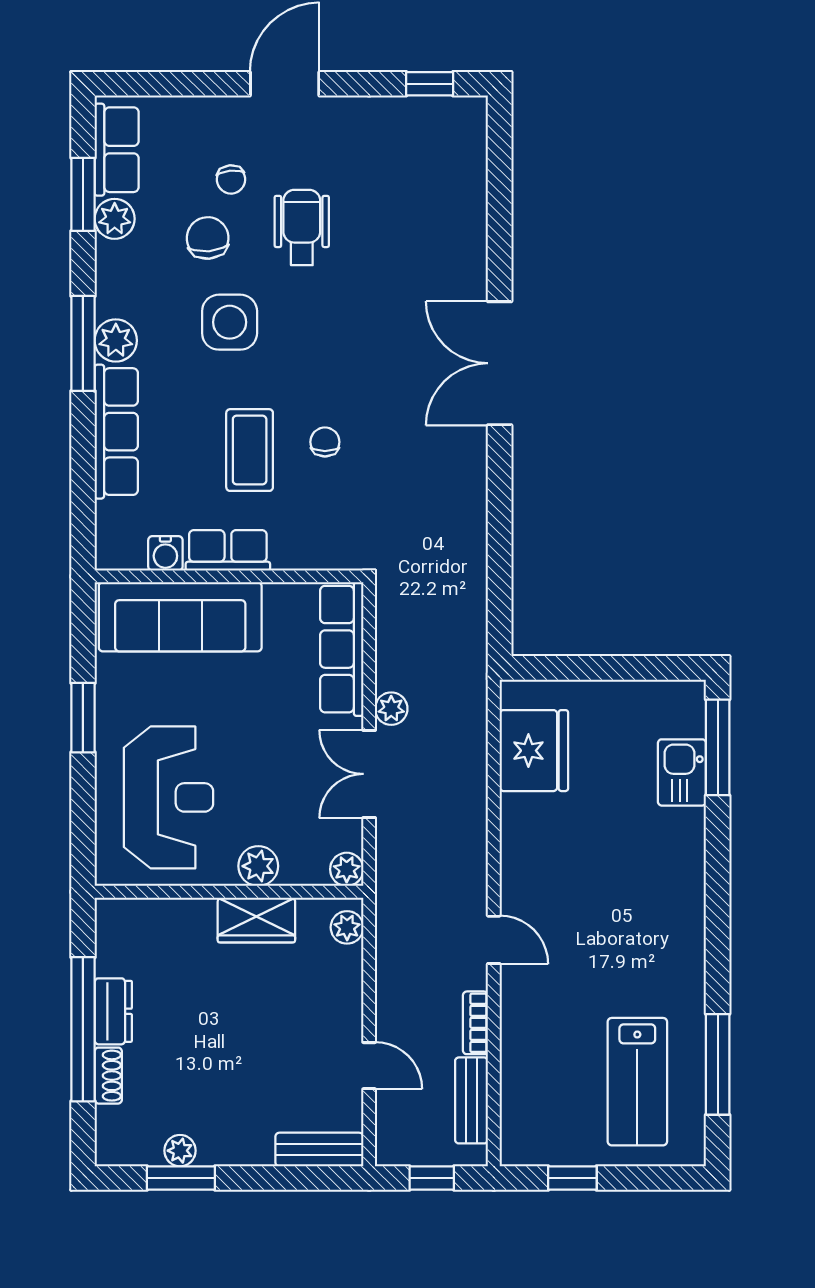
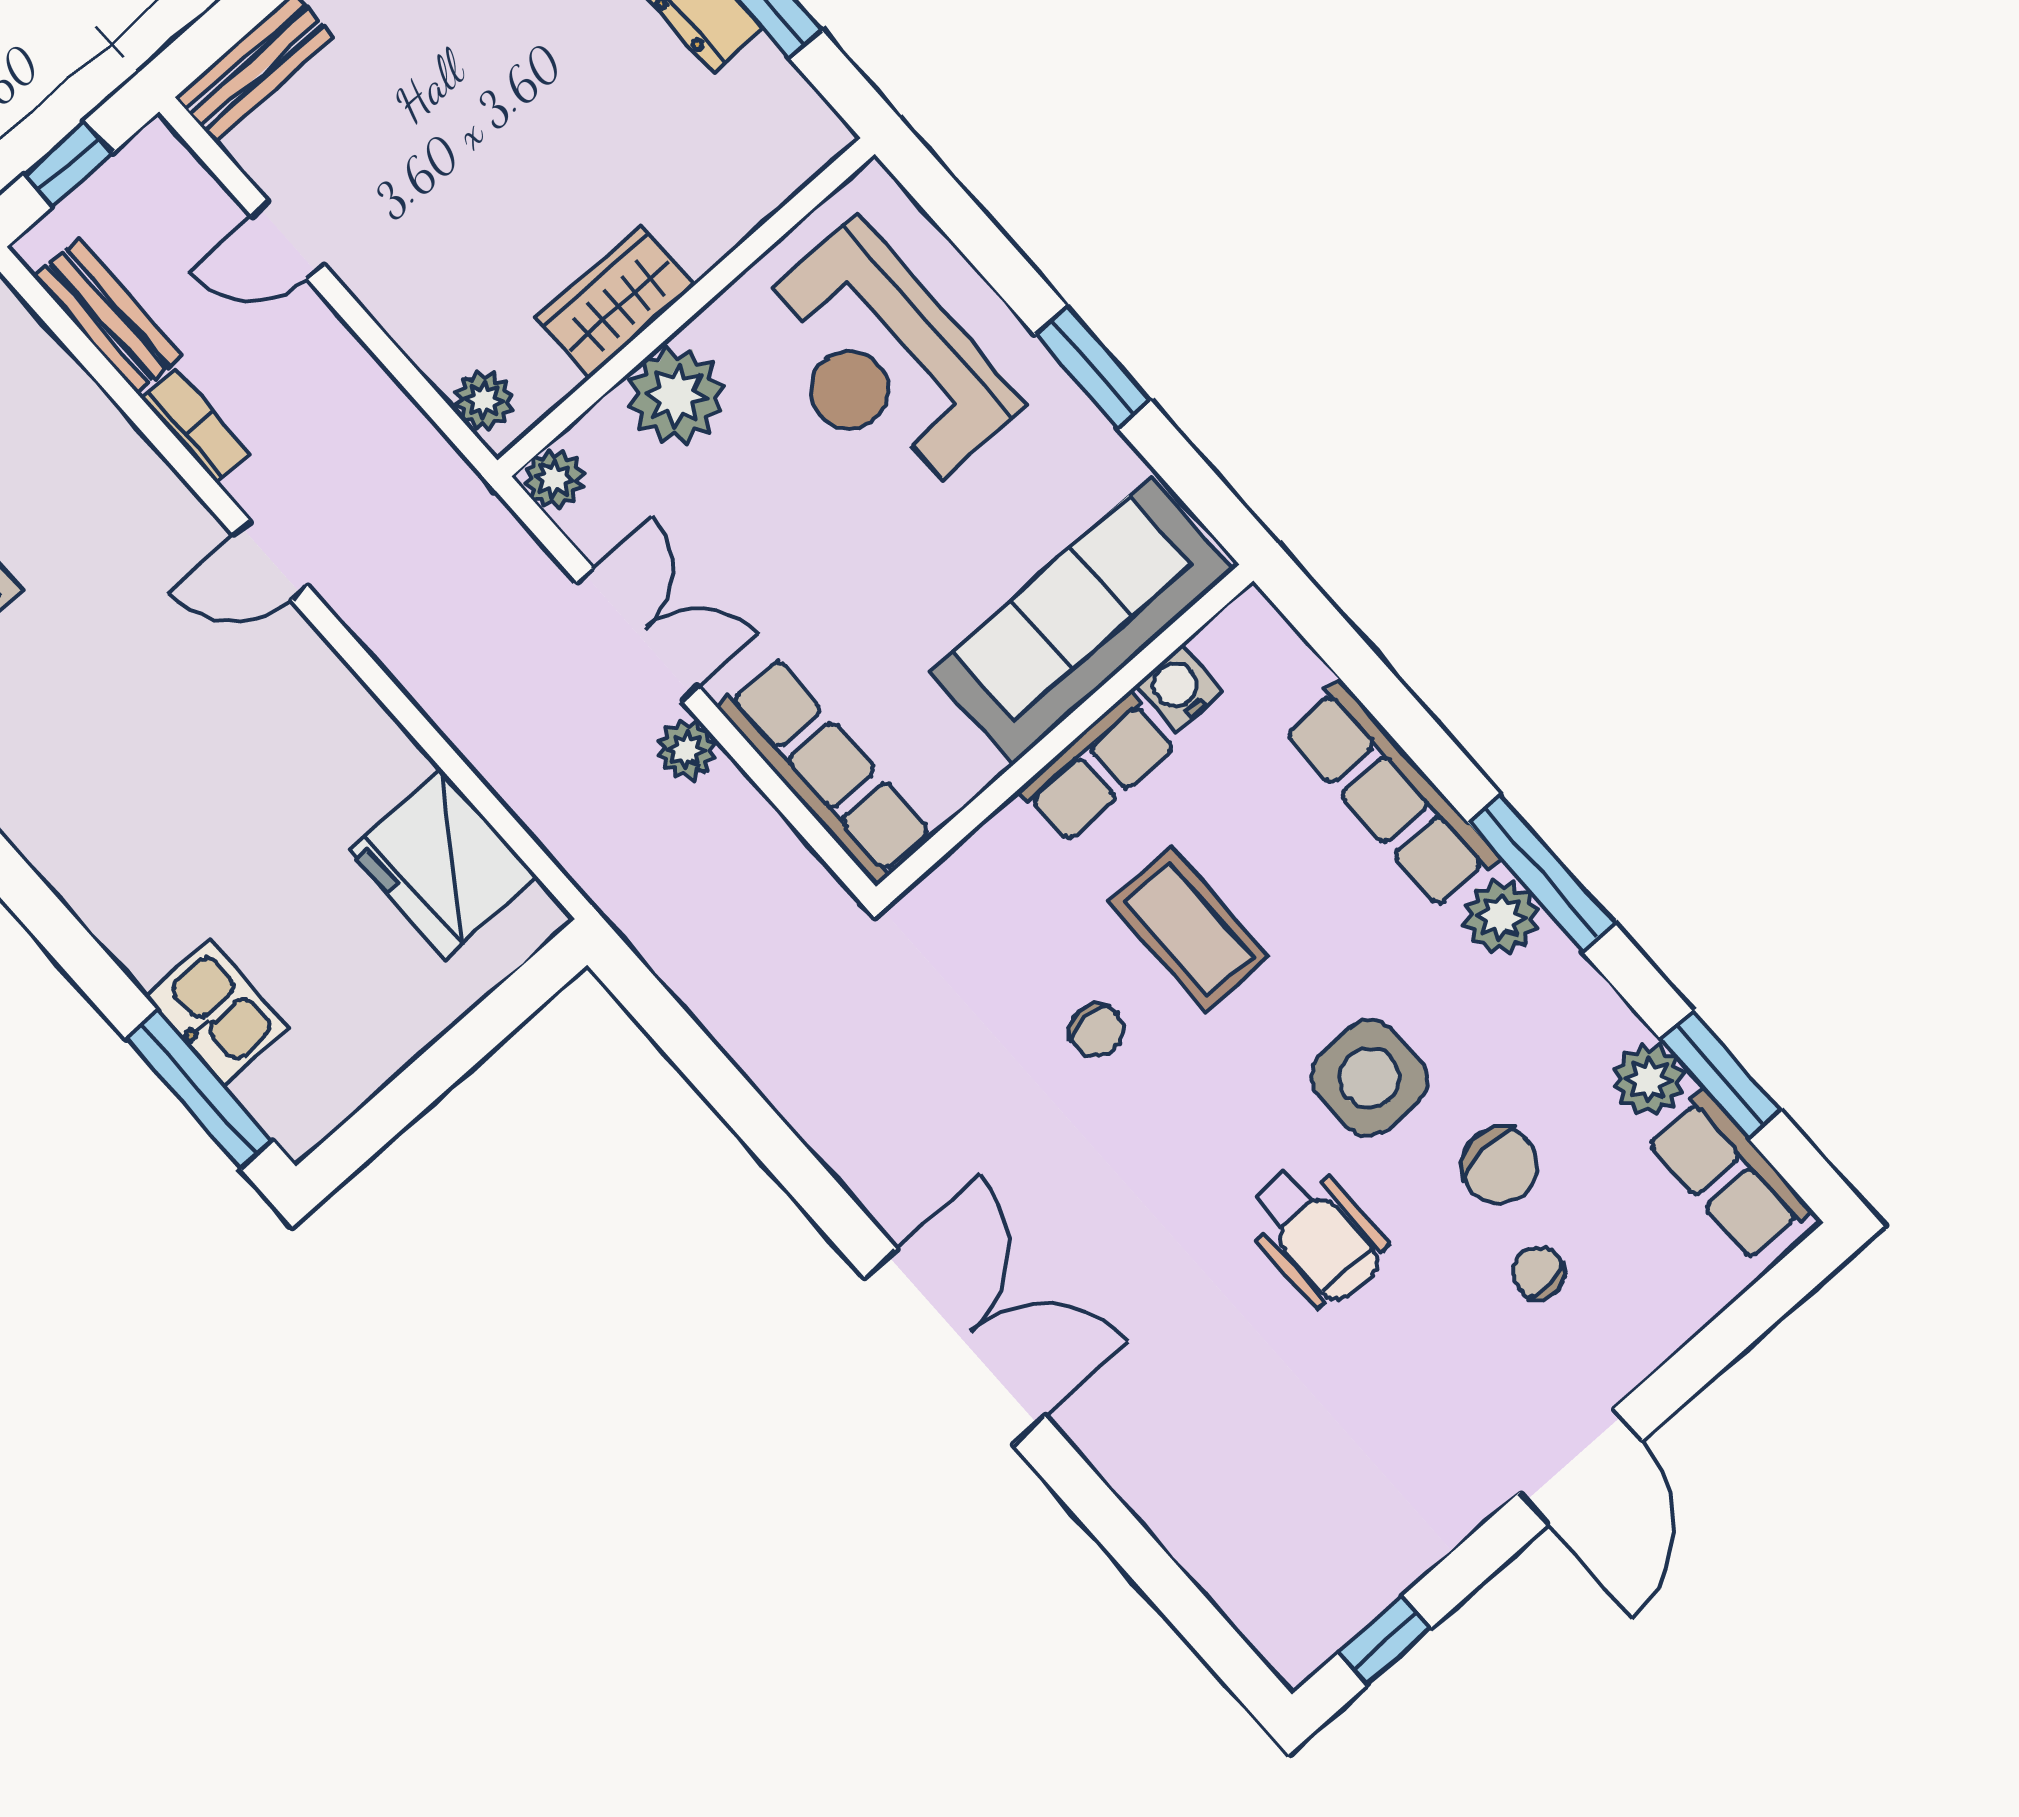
wheelchair: (302, 228) -> (1315, 1234), moved
plant: (258, 866) -> (676, 396), width x1.36, depth x1.36

